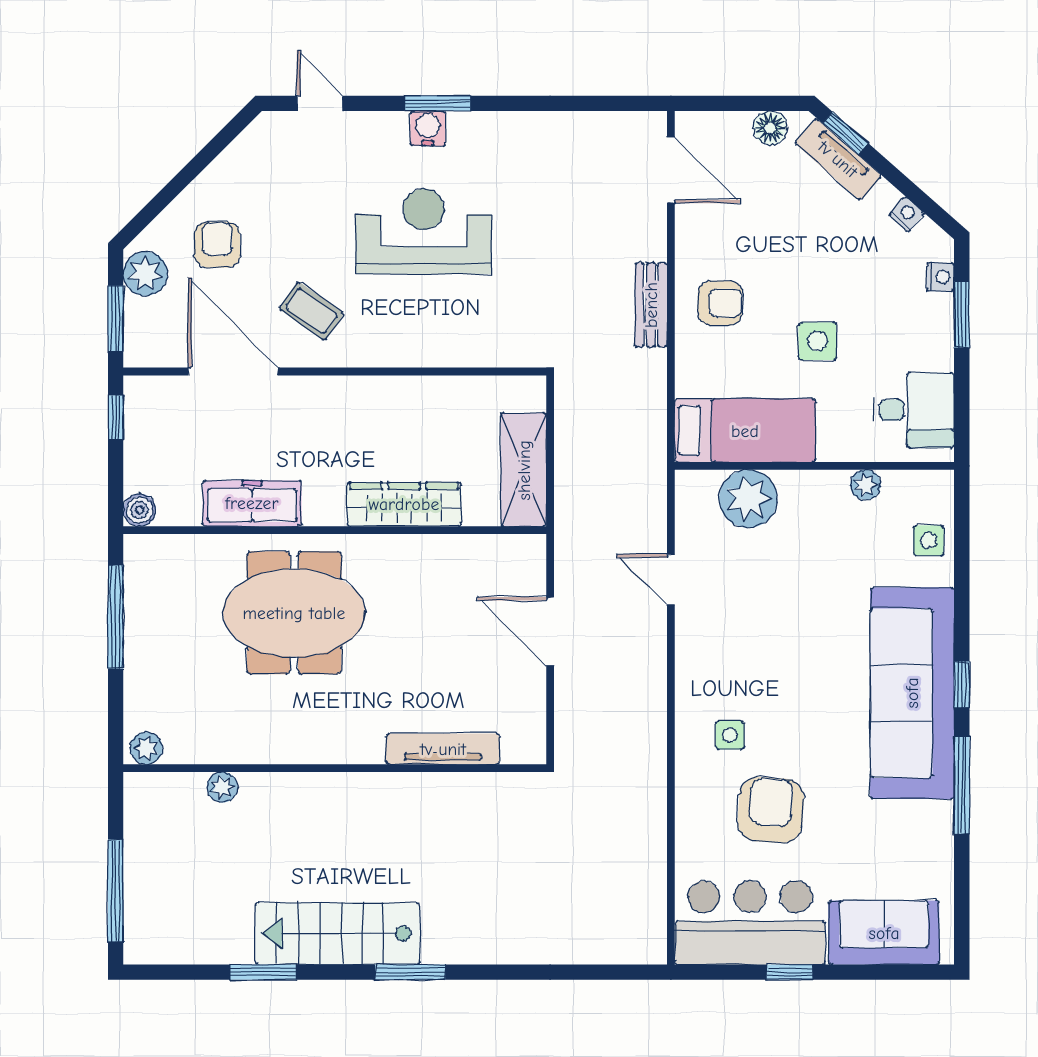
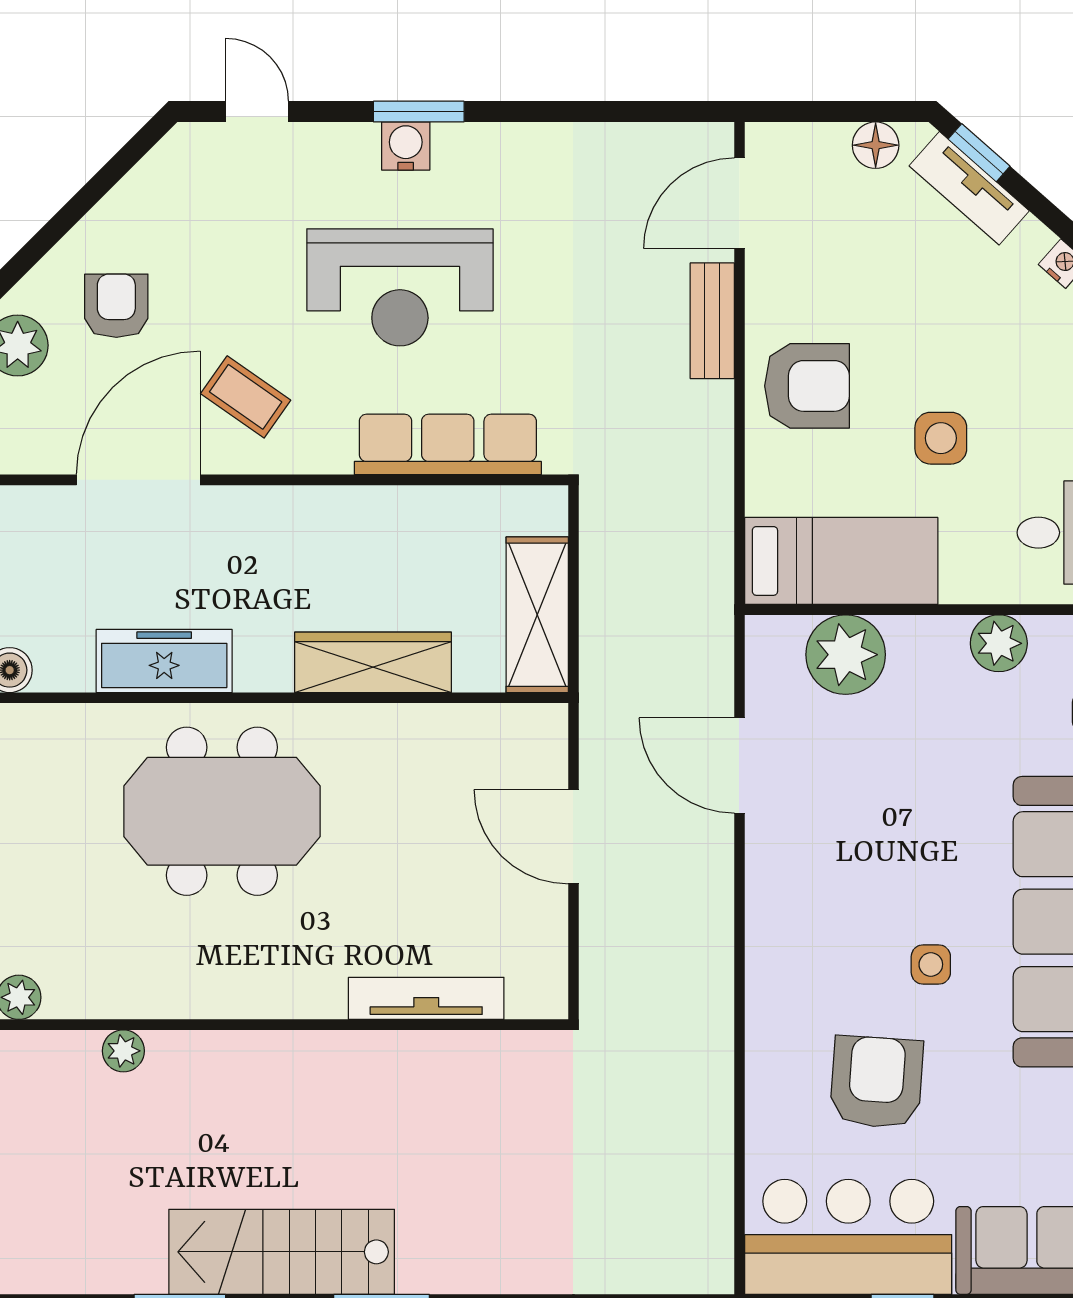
door: (671, 170) -> (739, 203), swing flipped
reception desk: (424, 231) -> (400, 287), turned 180
armchair: (720, 303) -> (807, 386), width x1.38, depth x1.38
bench: (651, 305) -> (712, 321), moved
row of seats: (459, 346) -> (448, 444), added
door: (233, 372) -> (138, 480), hinge flipped
plant: (865, 485) -> (999, 643), width x1.38, depth x1.38
door: (671, 579) -> (739, 765), width x1.38
side table: (730, 735) -> (931, 964), moved

